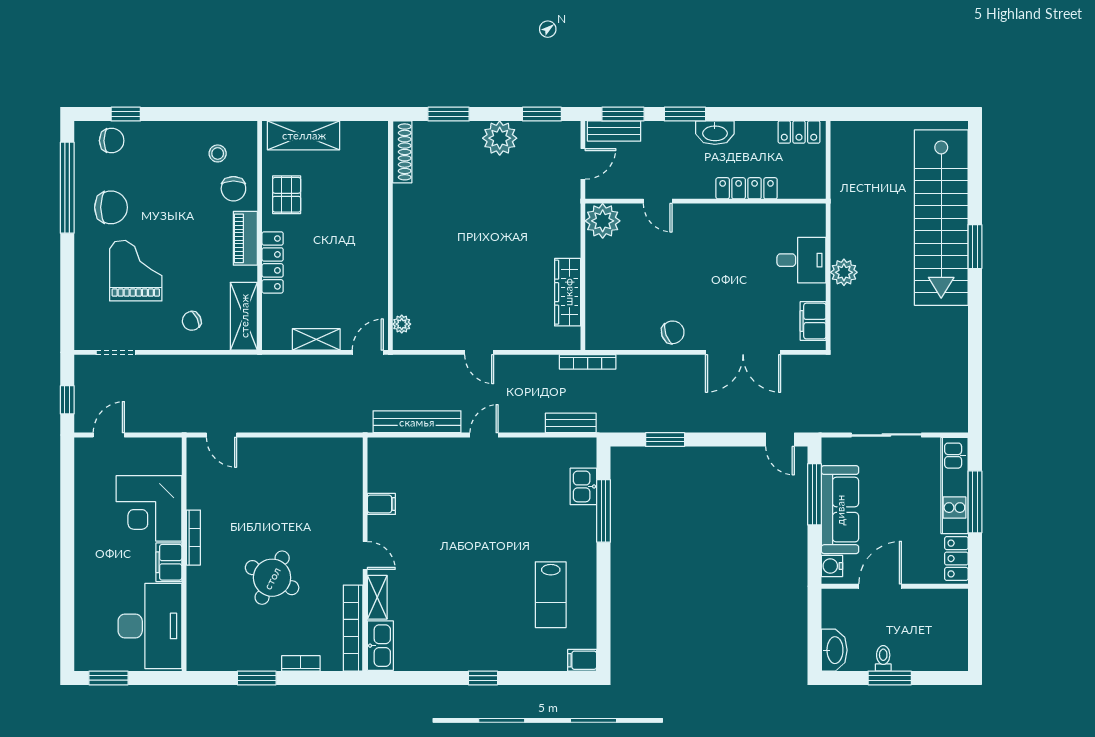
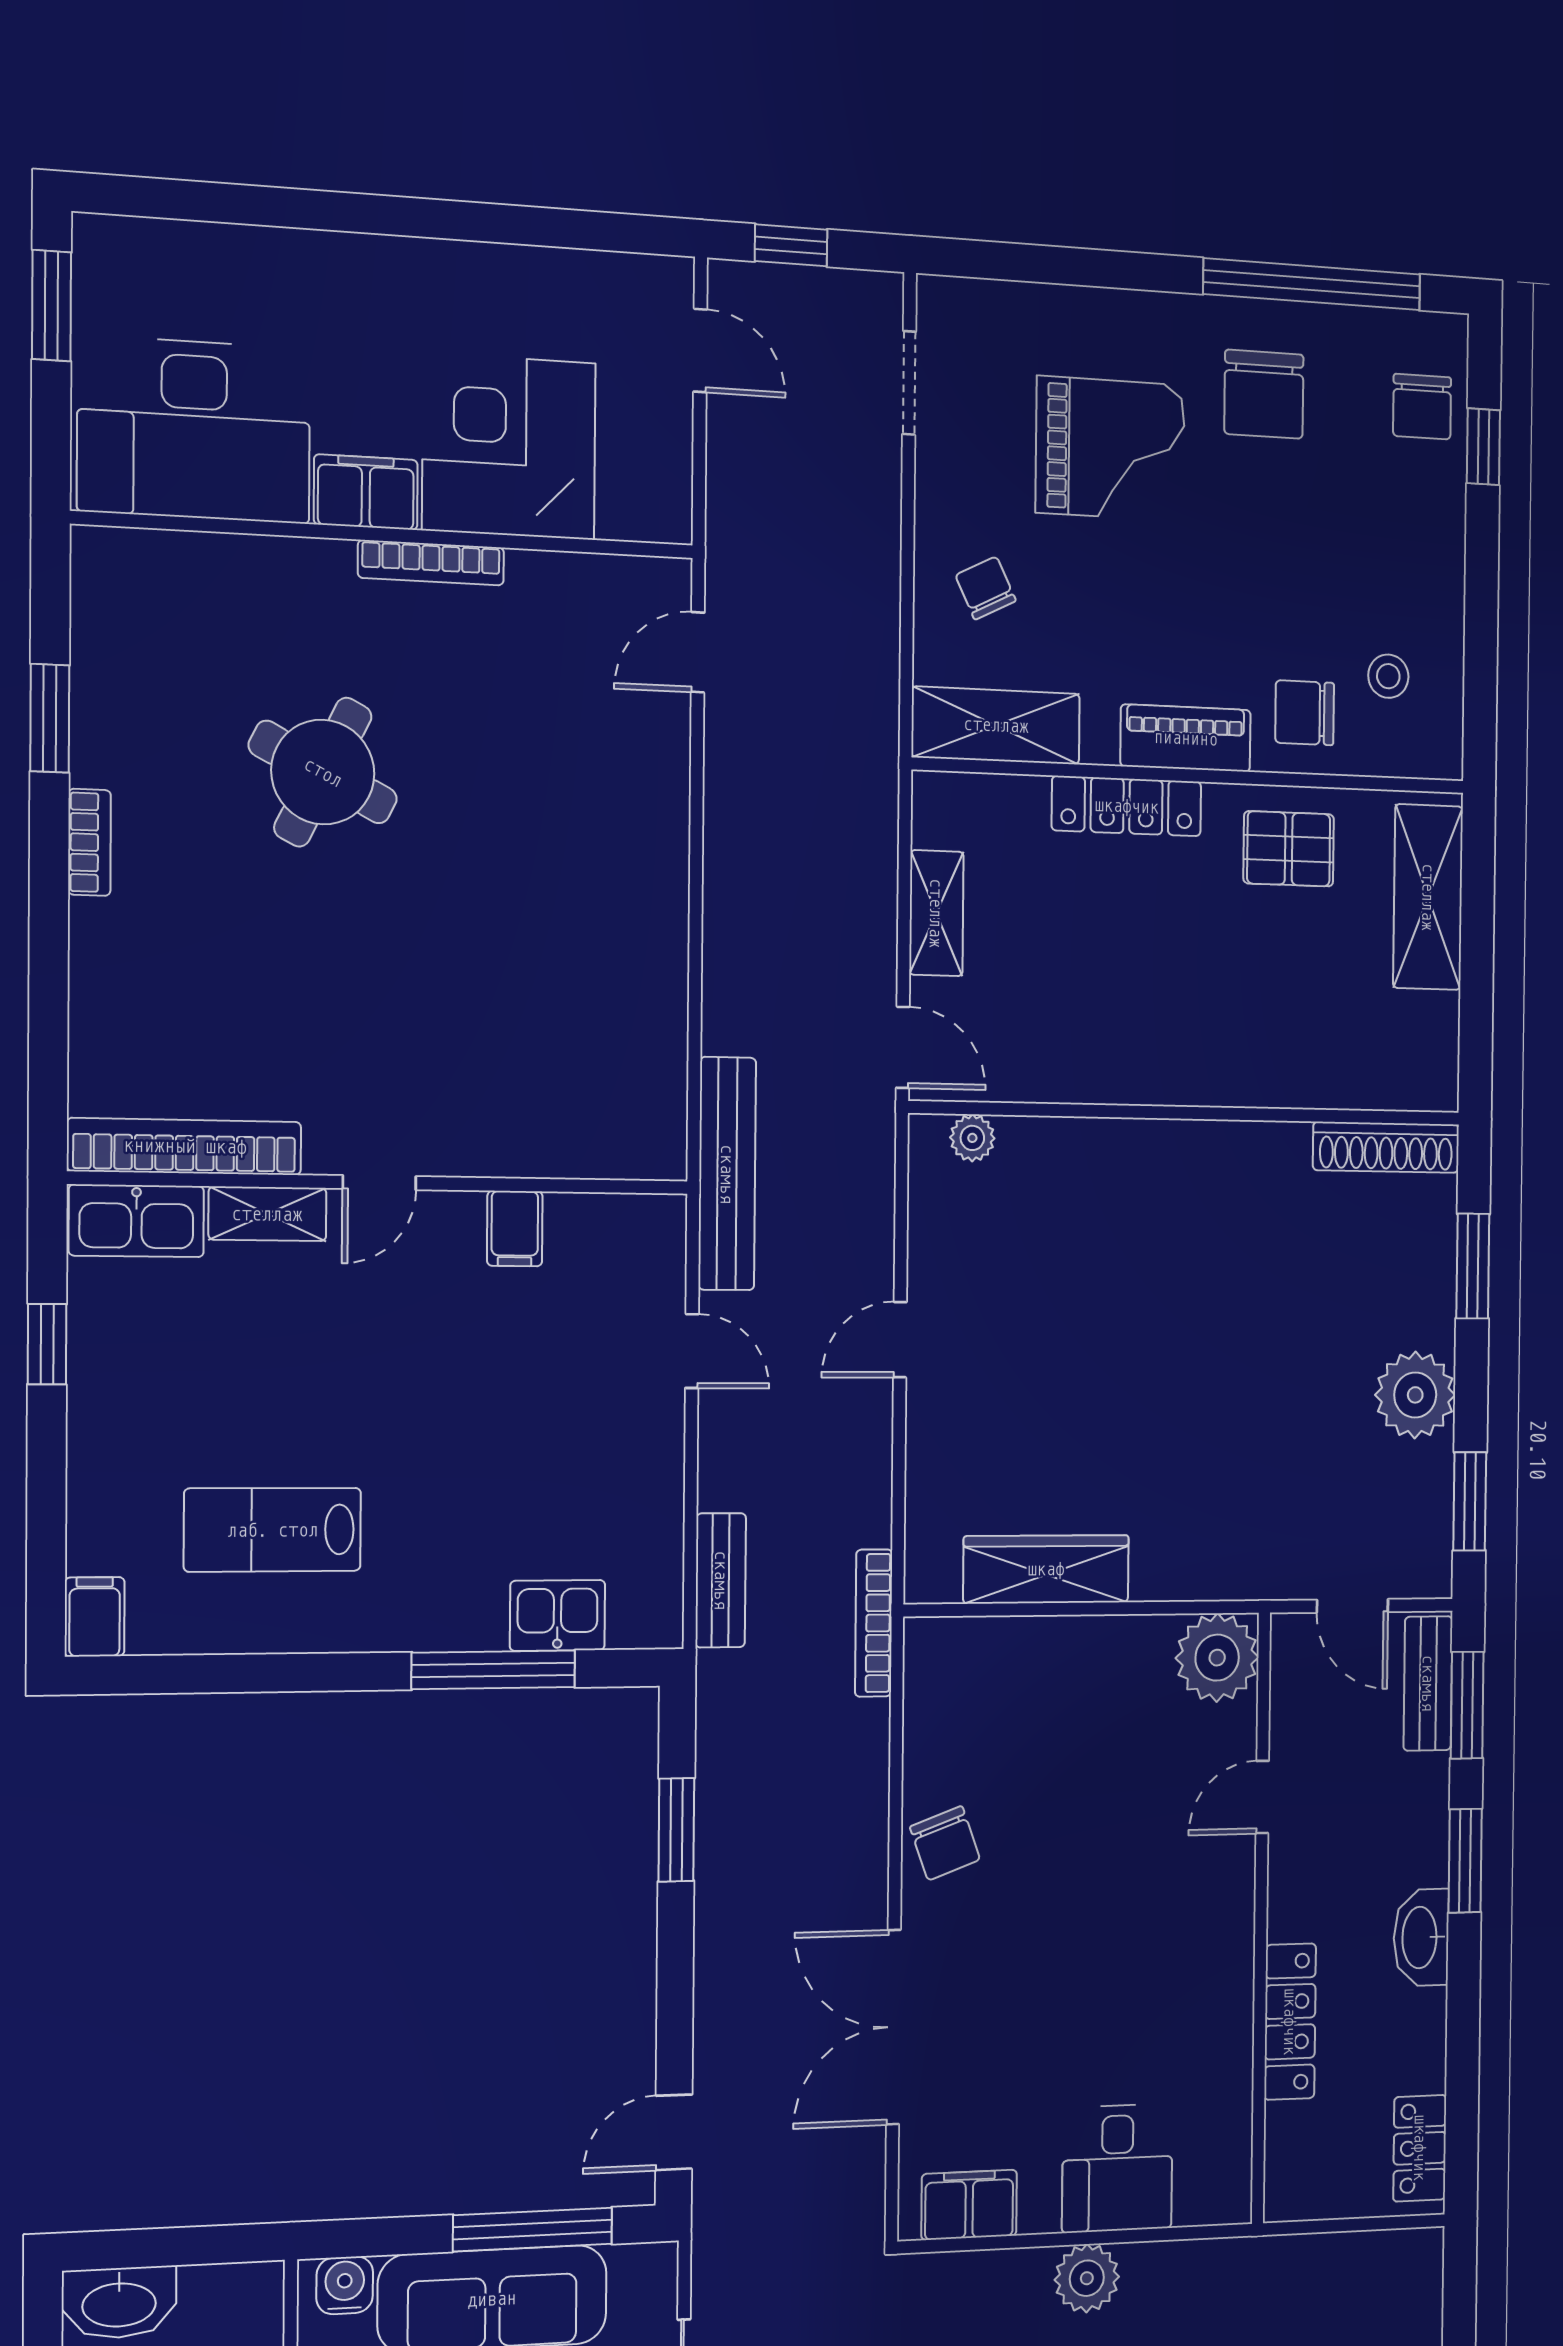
filing cabinet: (381, 504) -> (515, 1229), moved
wall: (365, 554) -> (383, 1183), moved
door: (365, 556) -> (379, 1183), moved
shelving: (377, 597) -> (267, 1214), moved
bookcase: (353, 628) -> (185, 1146), moved
kitchen sink: (380, 646) -> (136, 1221), moved

